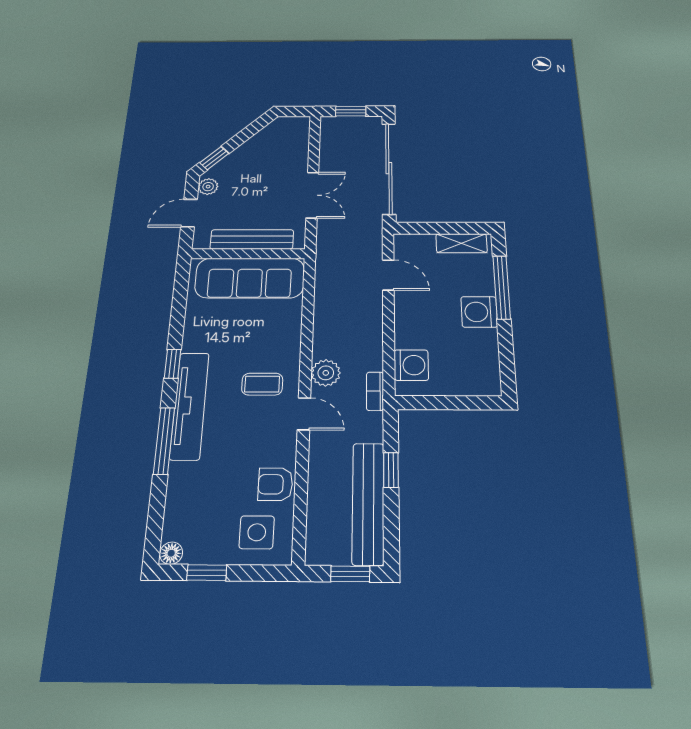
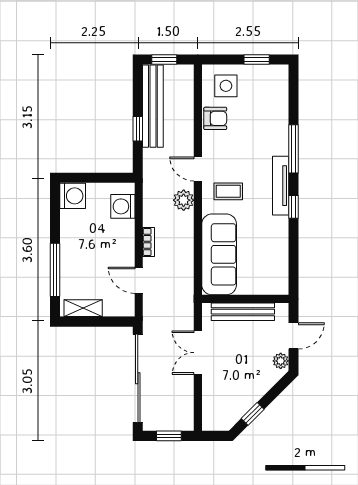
window: (214, 158) -> (253, 414), moved
sofa: (250, 278) -> (219, 254), moved, turned 90
washing machine: (479, 312) -> (73, 196), moved
bookcase: (375, 391) -> (149, 242), moved
tv unit: (190, 405) -> (281, 186), width x0.73, depth x0.78
floor lamp: (171, 553) -> (281, 72), removed

